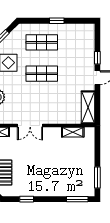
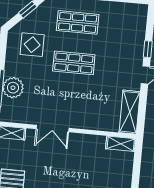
shelving: (73, 132) -> (121, 144), moved

